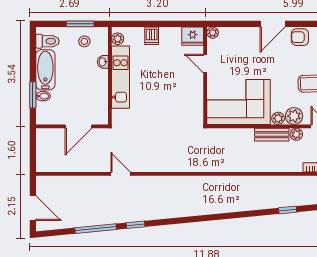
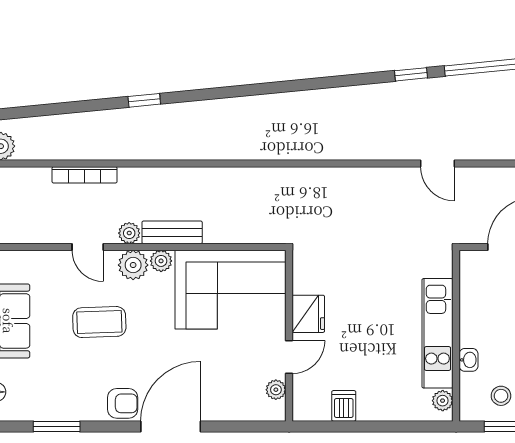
door: (273, 24) -> (171, 427), width x1.36
plant: (213, 33) -> (276, 390), moved
dishwasher: (152, 36) -> (344, 406), moved
fridge: (193, 36) -> (308, 314), moved, turned 90
door: (205, 64) -> (289, 357), hinge flipped

